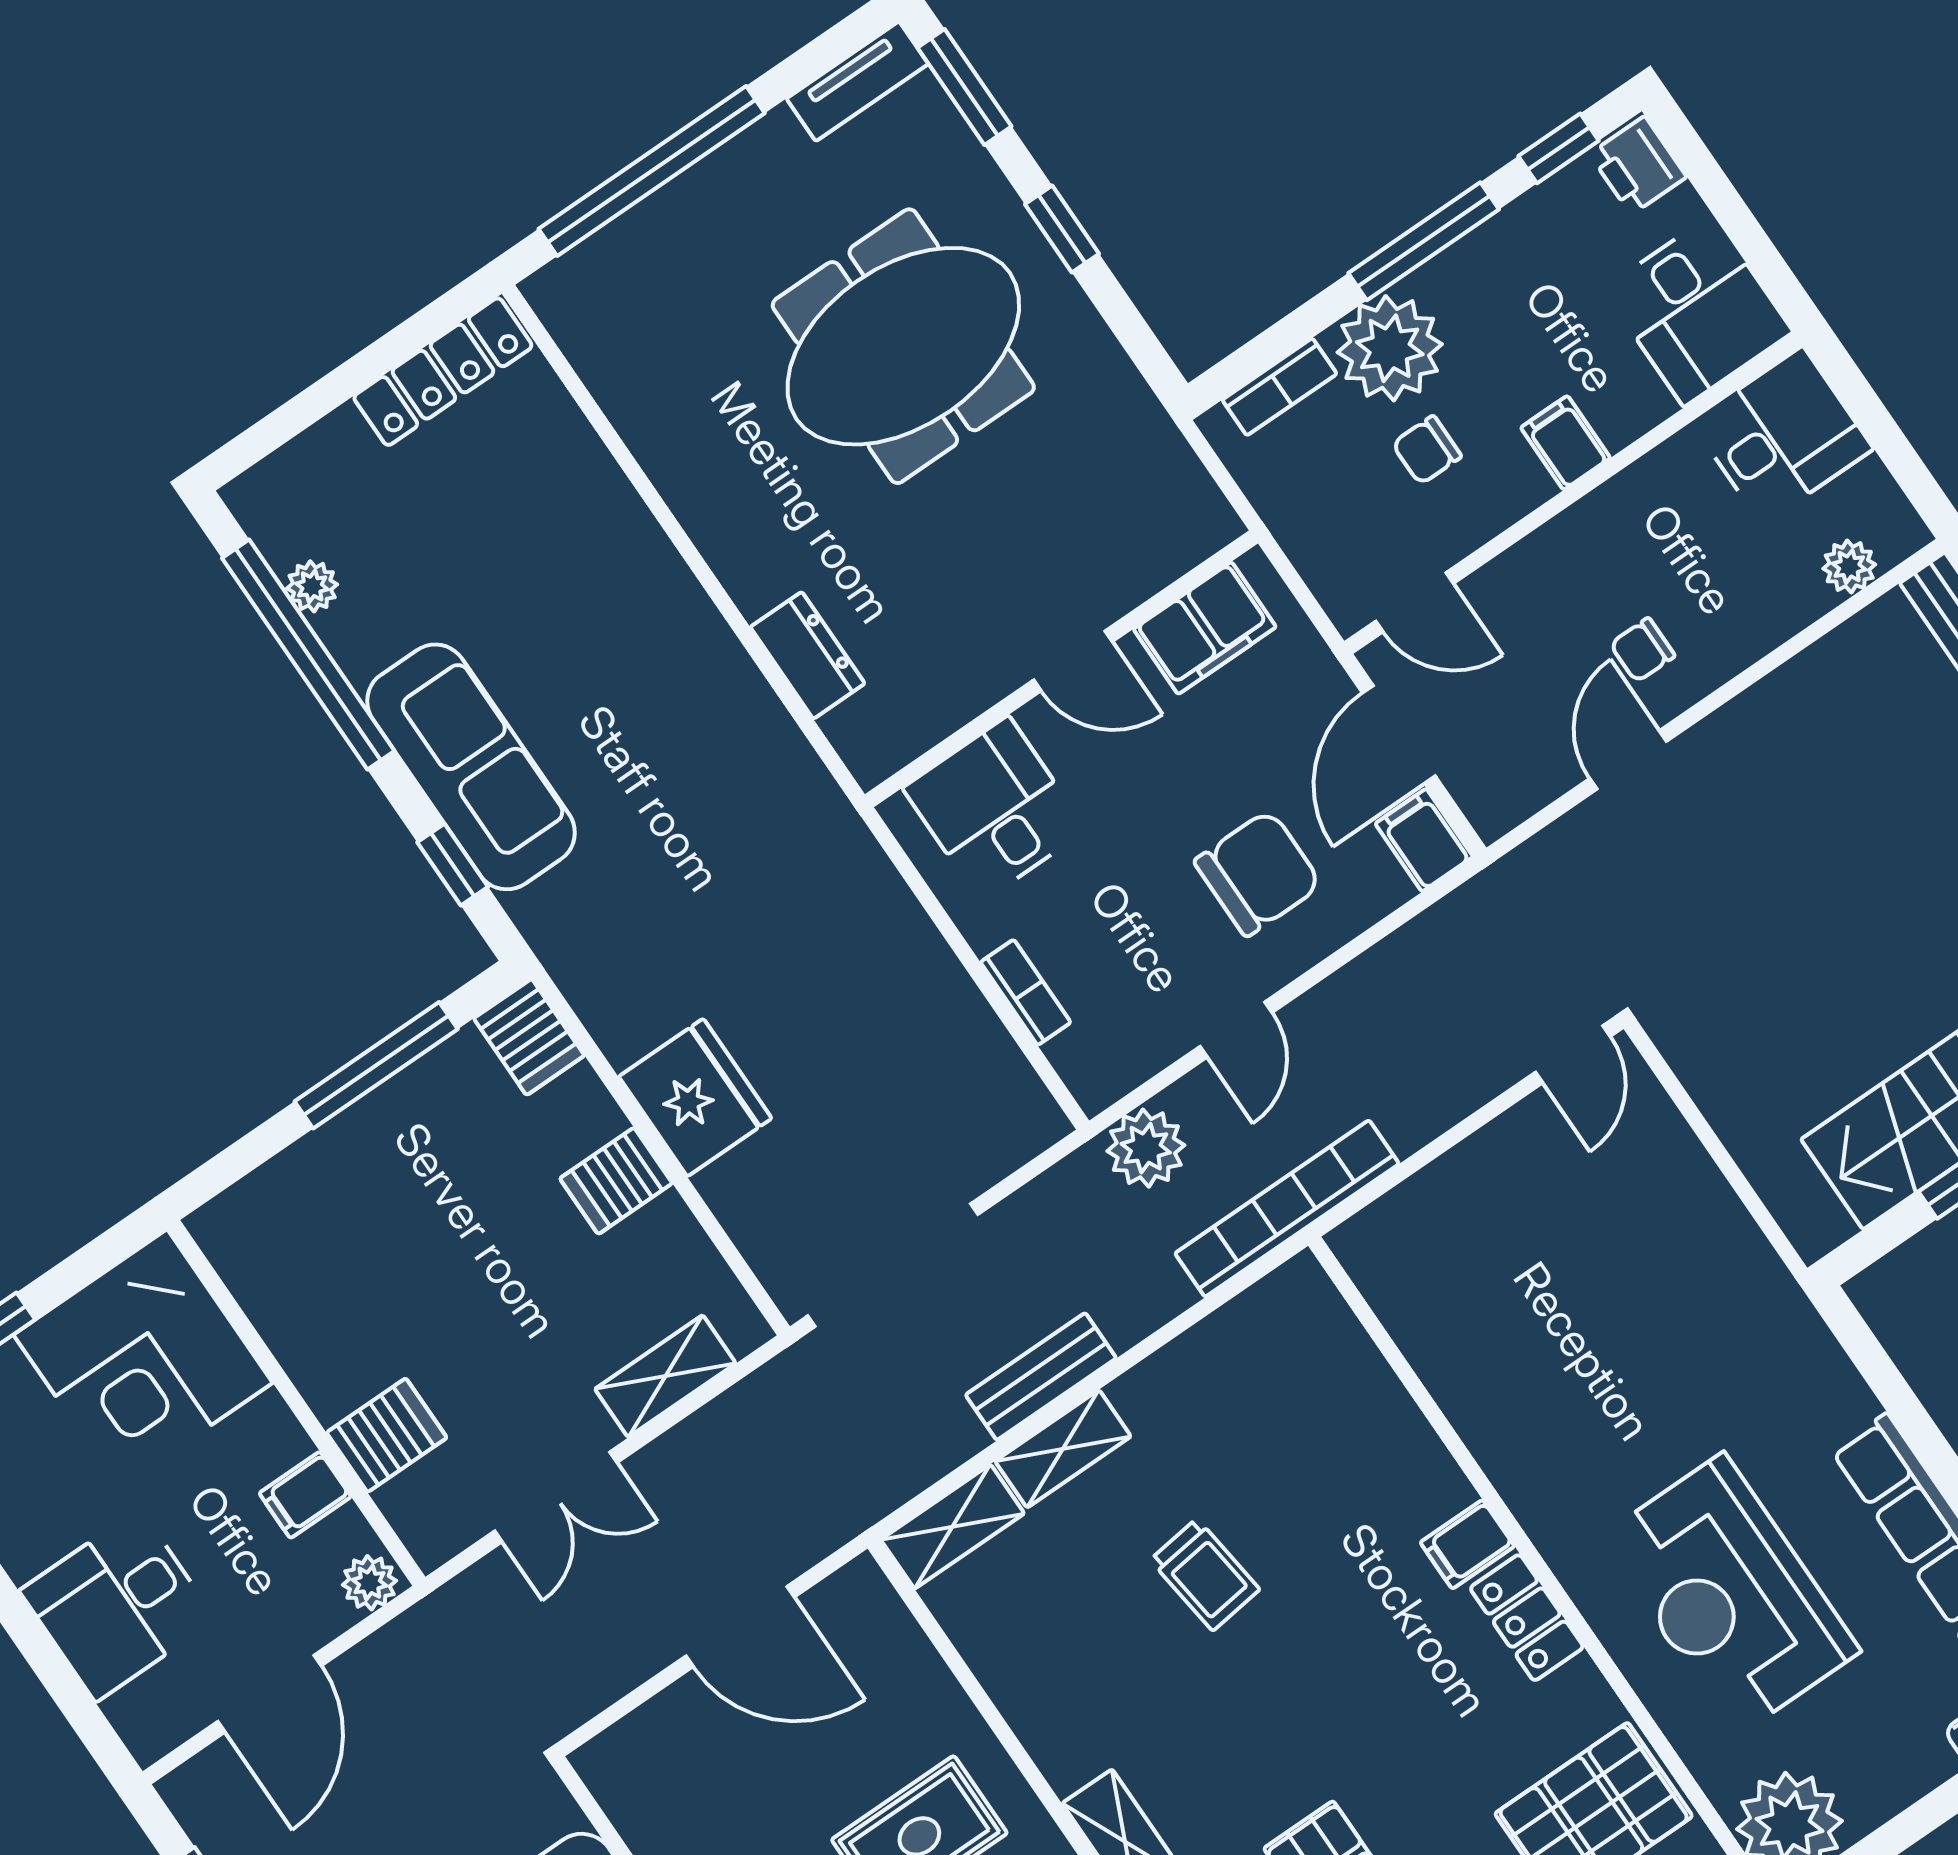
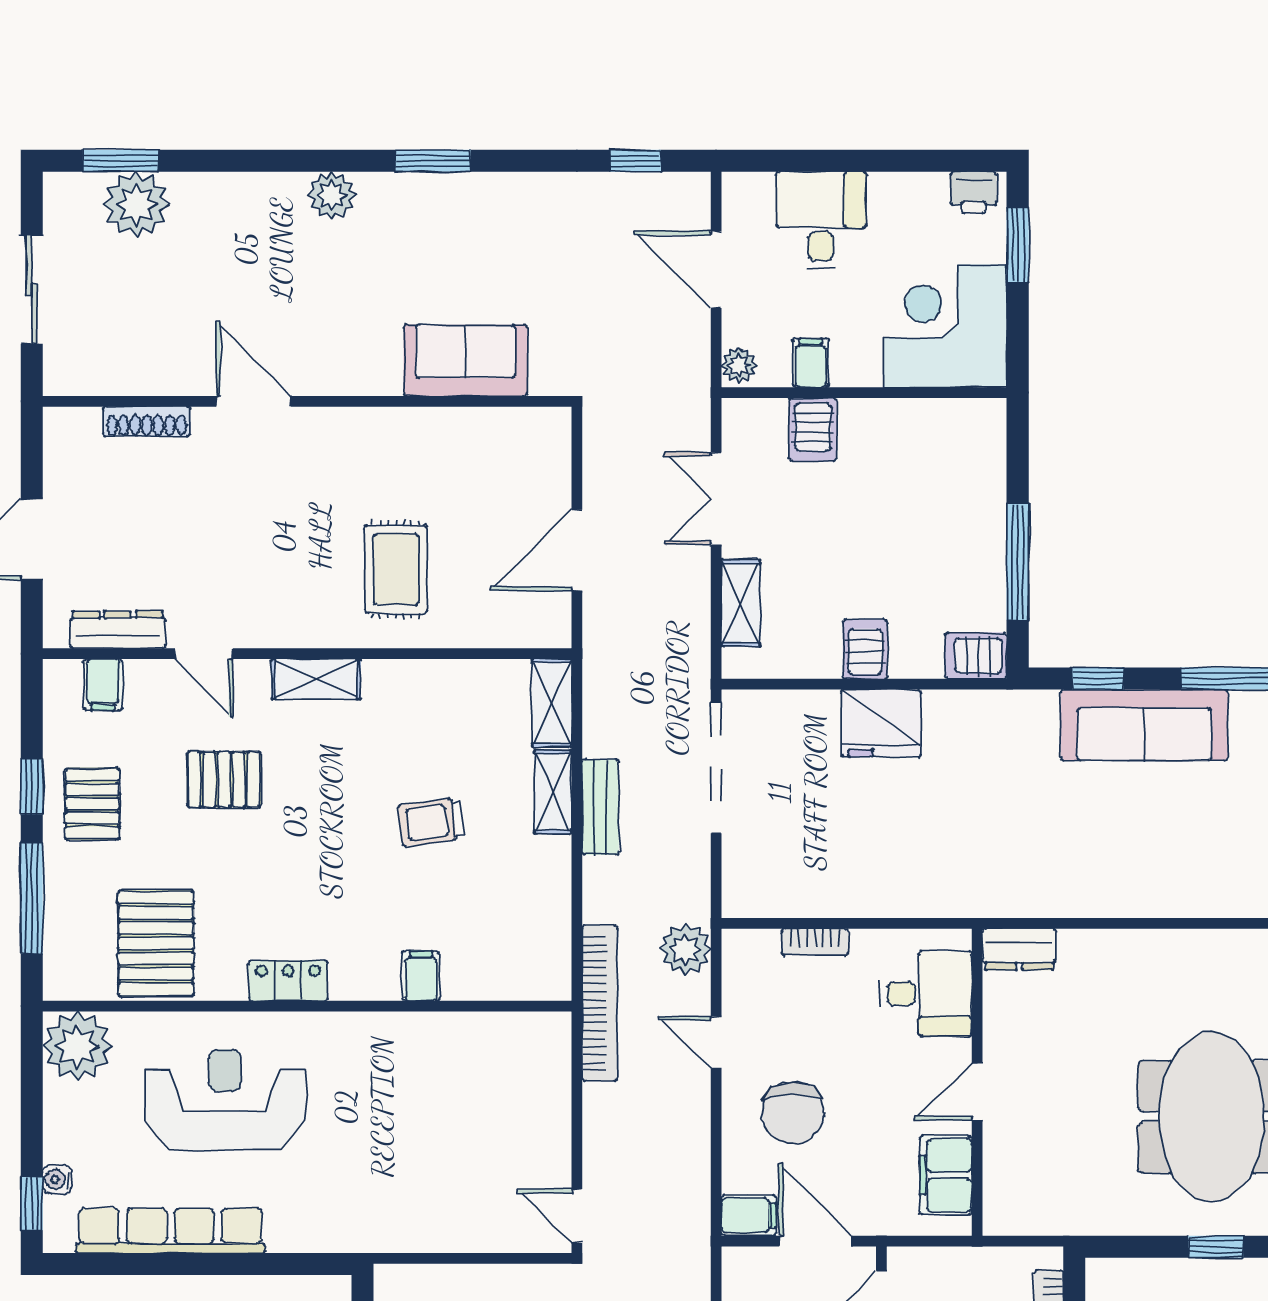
dresser: (808, 655) -> (1019, 949), moved
filing cabinet: (1467, 1544) -> (421, 976), moved

